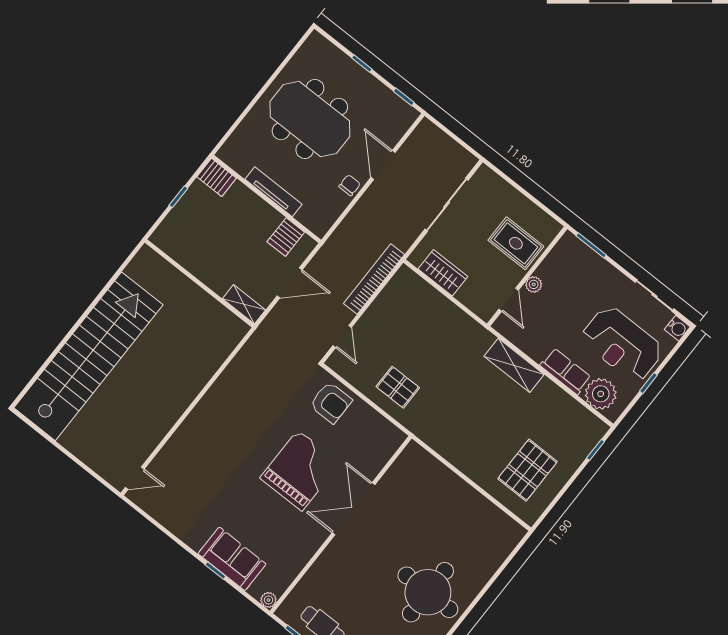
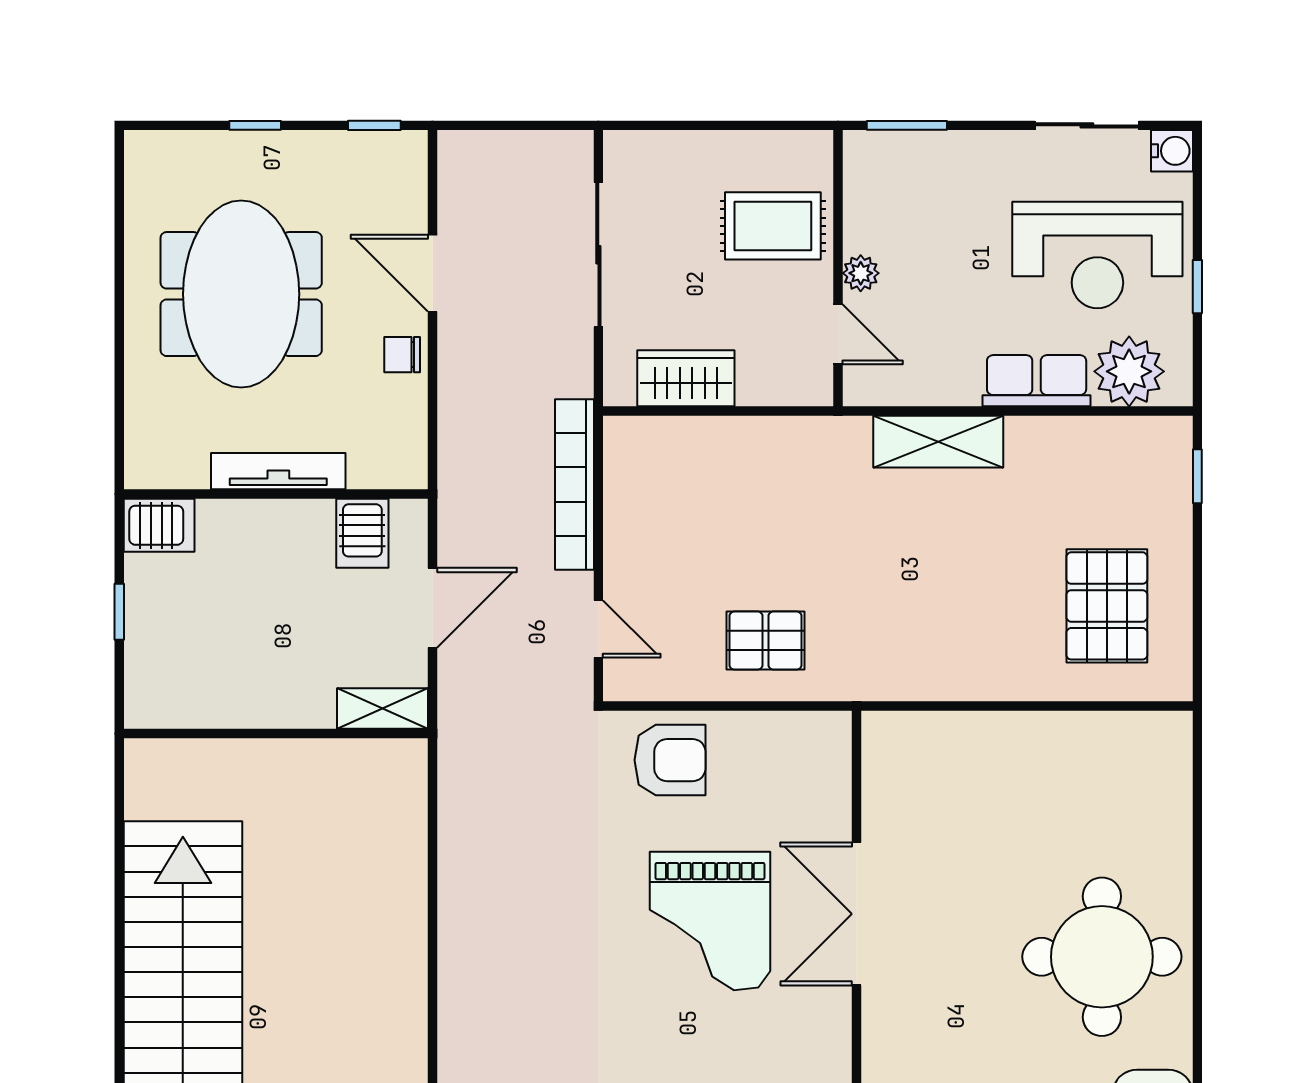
meeting table: (310, 119) -> (241, 294), turned 90
chair: (350, 185) -> (402, 355), turned -90
grand piano: (300, 470) -> (710, 921), turned 180

